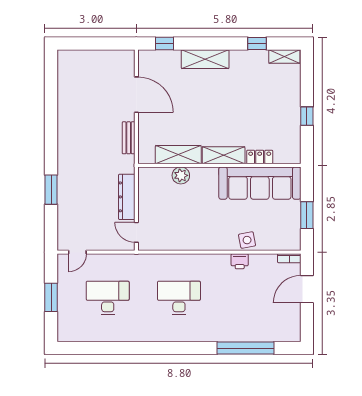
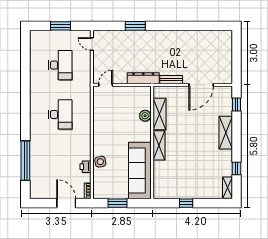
locker: (260, 157) -> (158, 170), removed
dresser: (127, 197) -> (143, 78), moved
printer: (240, 261) -> (86, 167), moved

